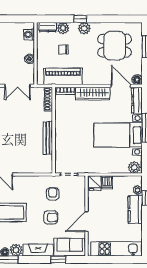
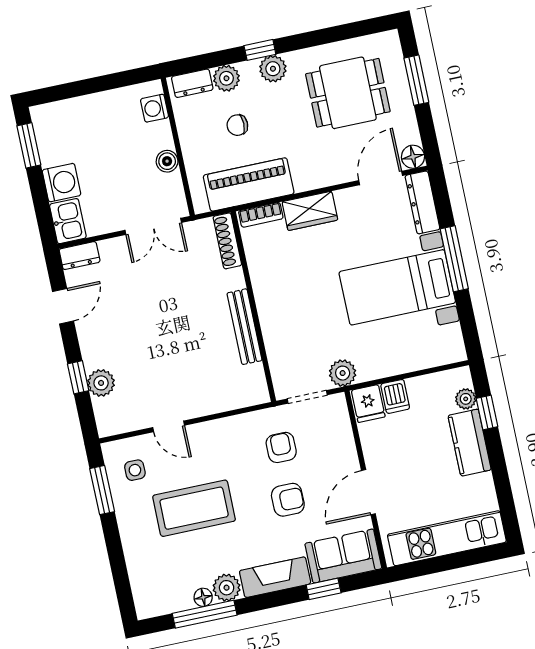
door: (121, 86) -> (381, 178), hinge flipped
wardrobe: (93, 94) -> (310, 211), width x0.67
plant: (134, 167) -> (343, 373), moved

